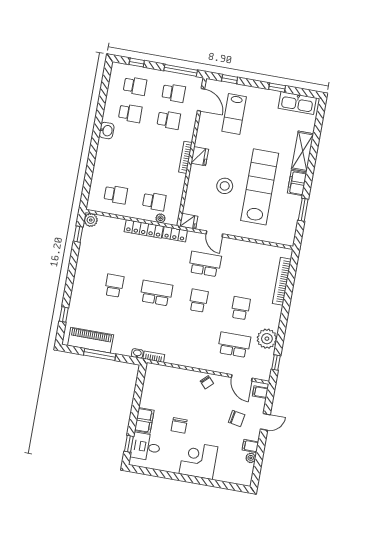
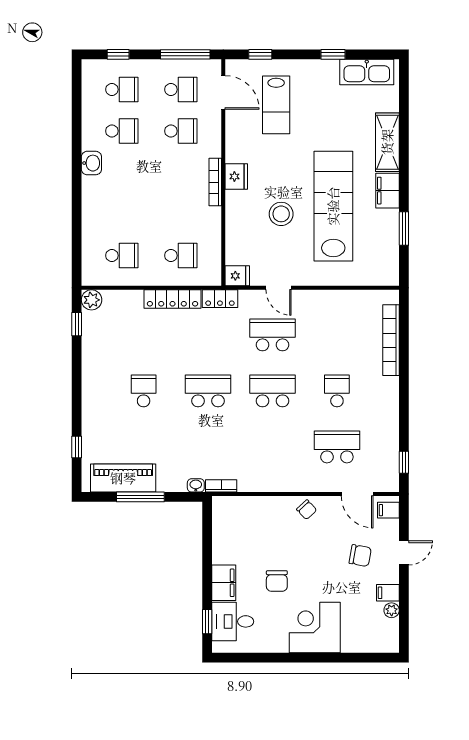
plant: (160, 218) -> (194, 279), removed
school desk: (198, 301) -> (272, 391), width x1.85
plant: (267, 339) -> (384, 429), removed

